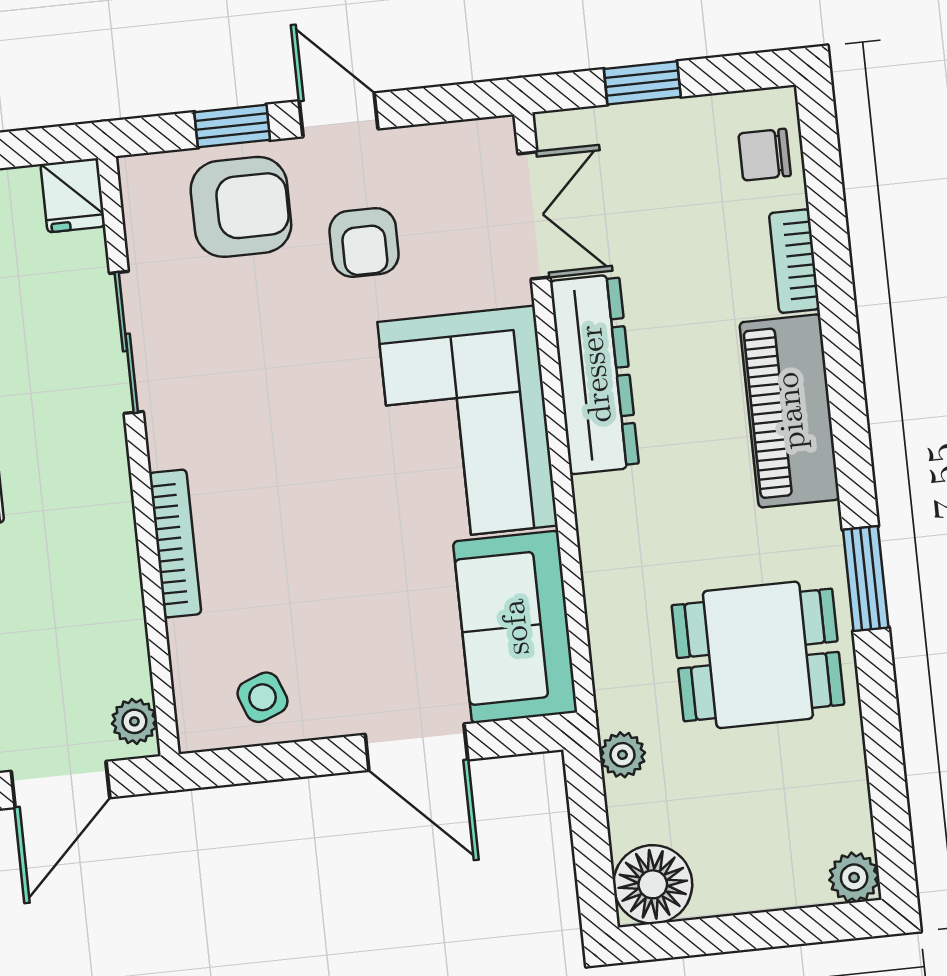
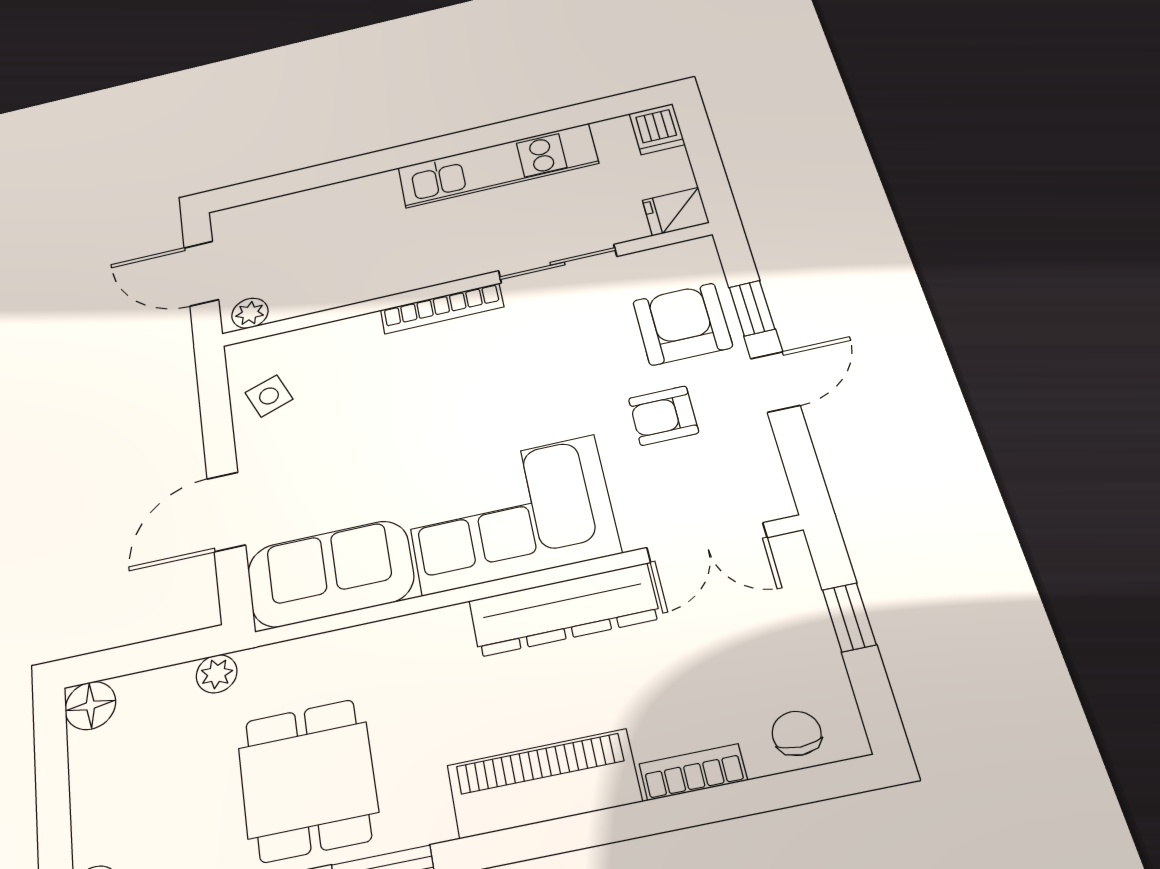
armchair: (241, 207) -> (682, 324), turned 180
bookcase: (175, 544) -> (442, 308), moved
floor lamp: (653, 884) -> (90, 706), width x0.73, depth x0.73

